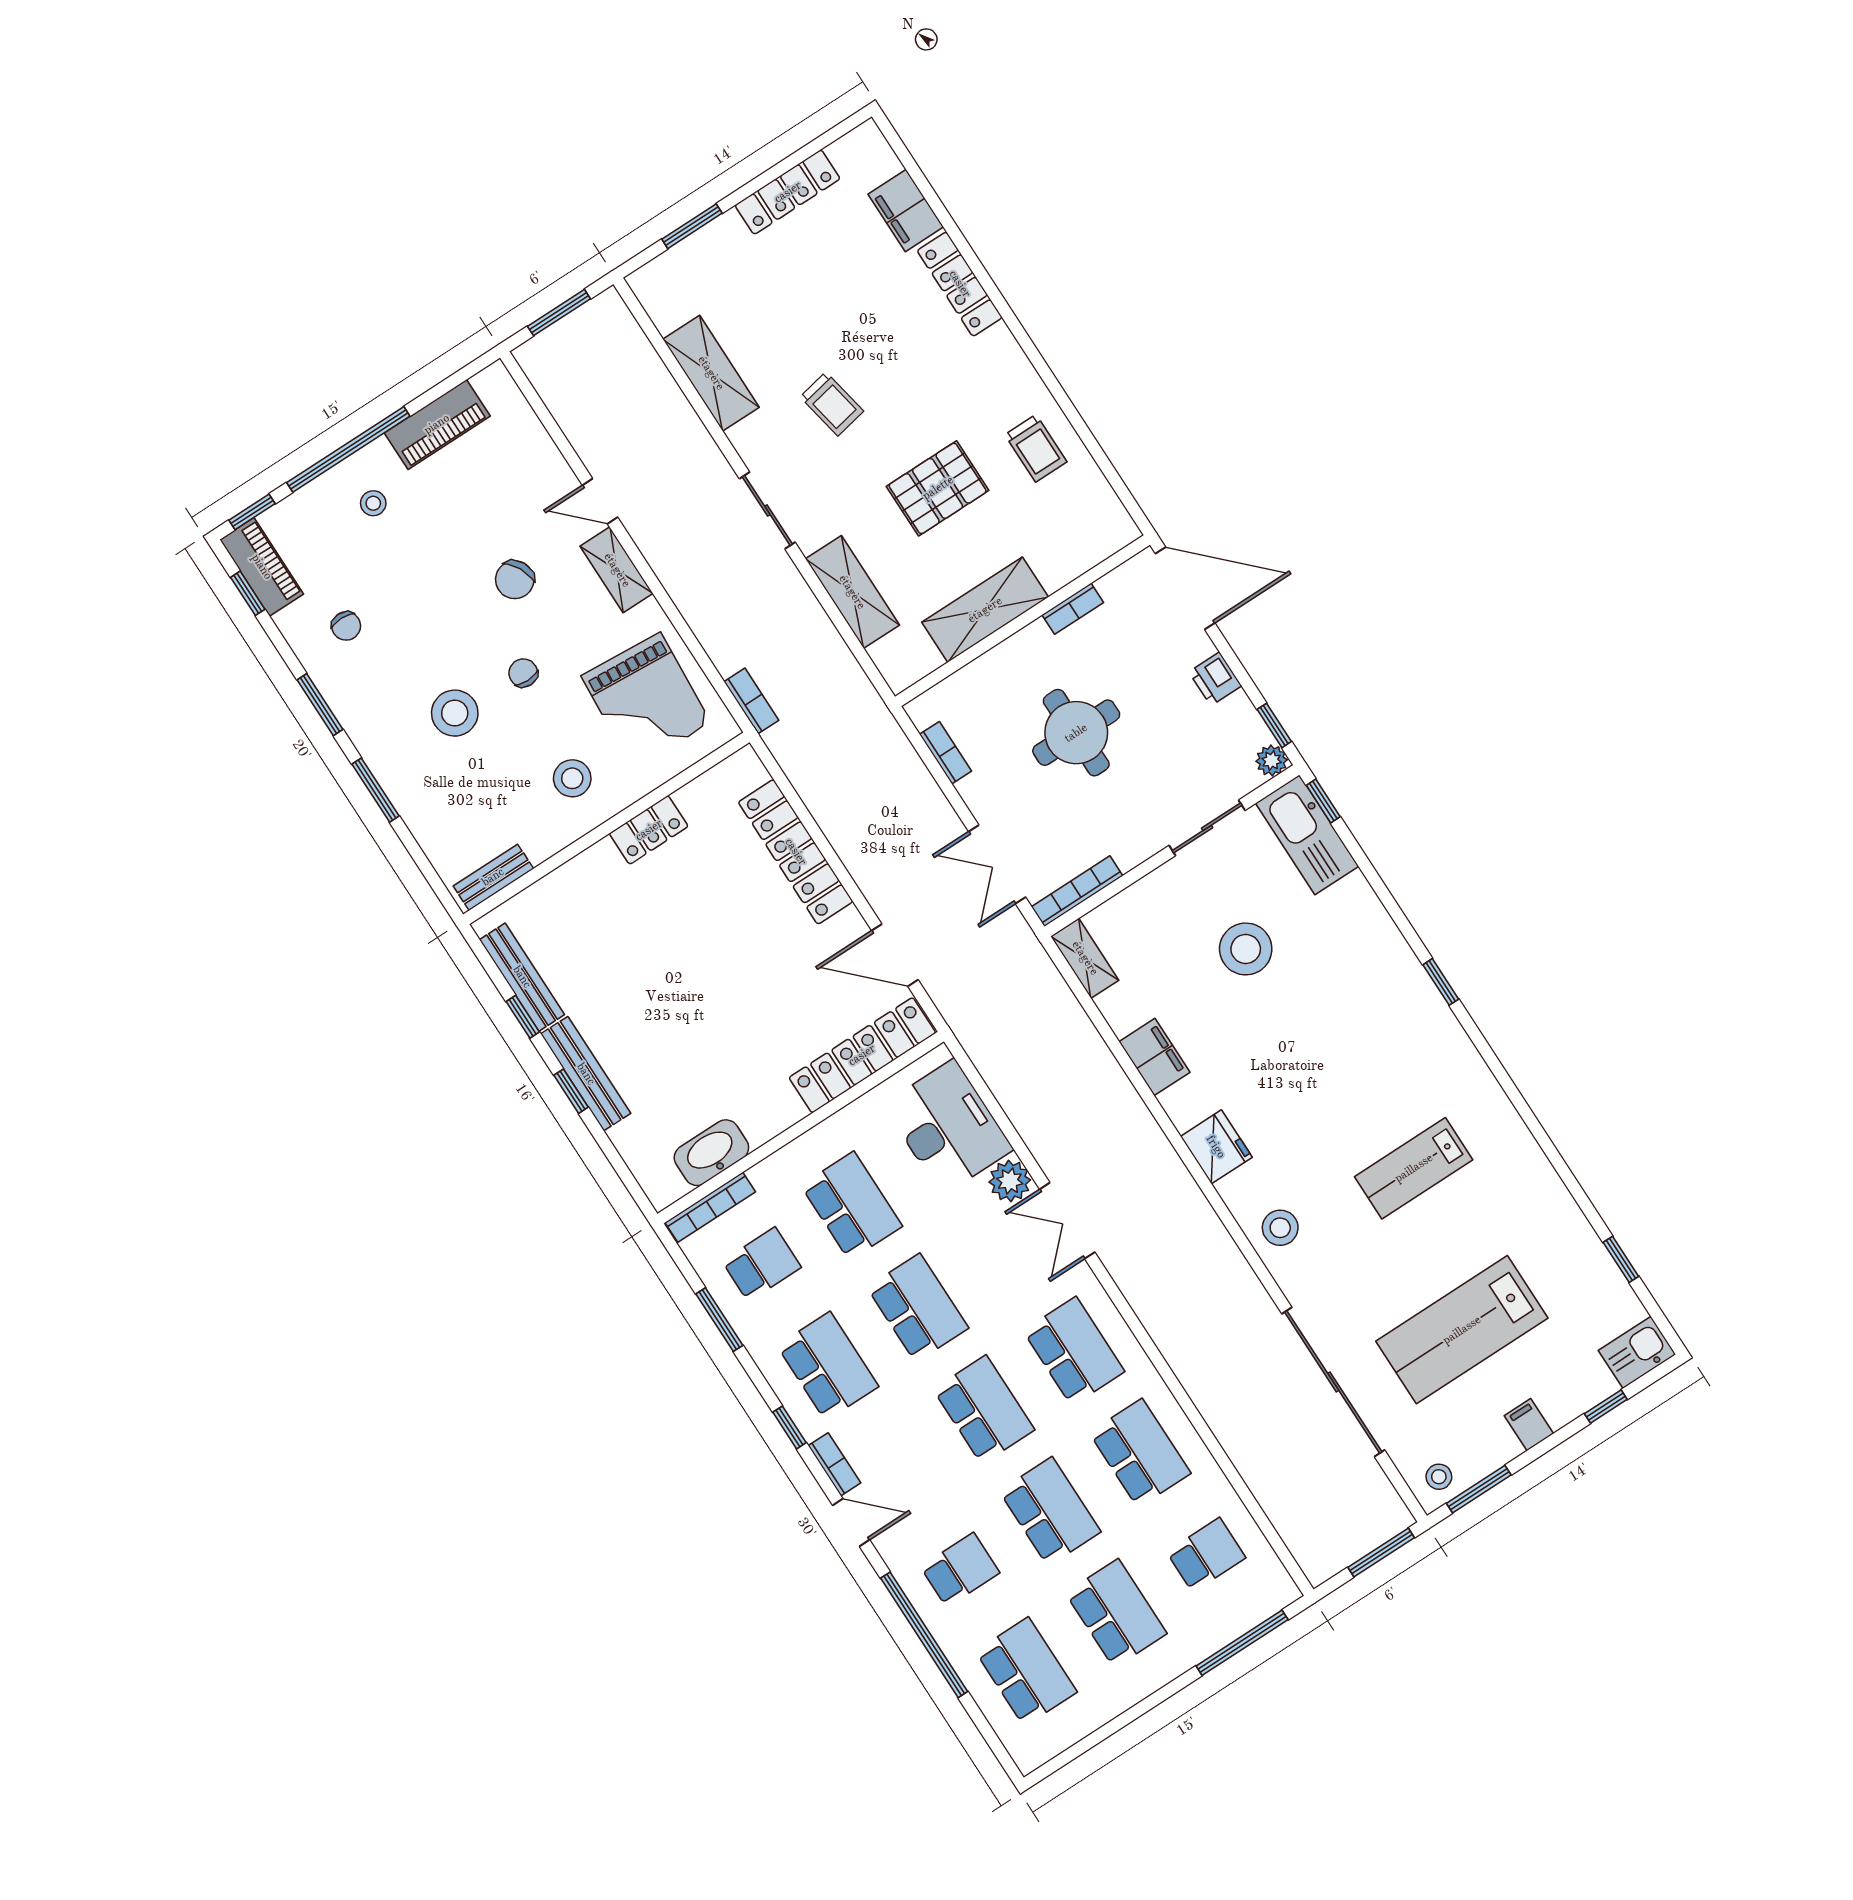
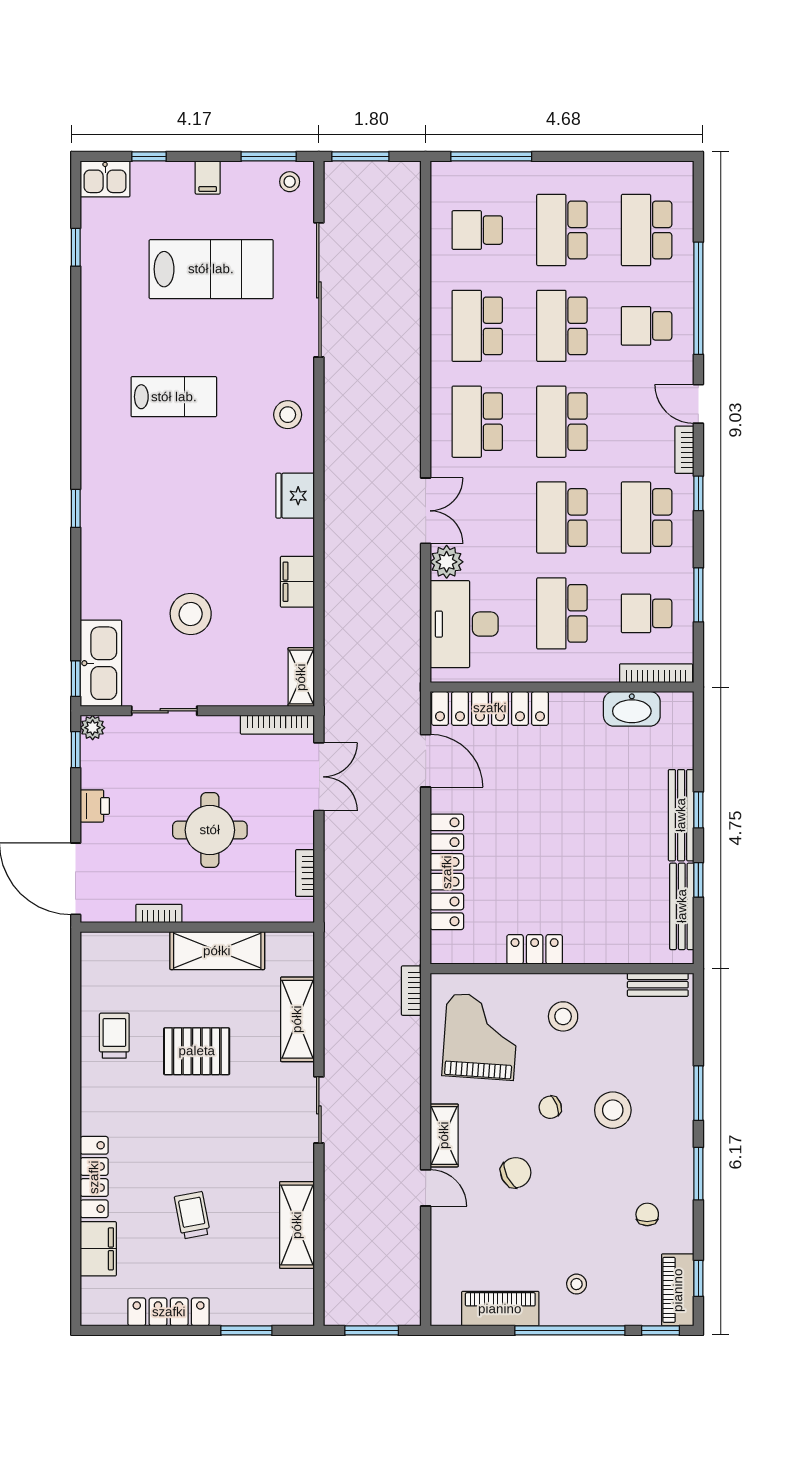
trolley: (832, 404) -> (192, 1215), moved
chair: (523, 673) -> (550, 1107), turned 70

